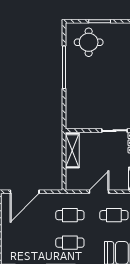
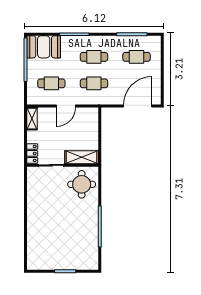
round table: (89, 42) -> (82, 184), moved
shelving: (72, 151) -> (82, 157), moved, turned 90
cafe table: (26, 243) -> (137, 57), added

